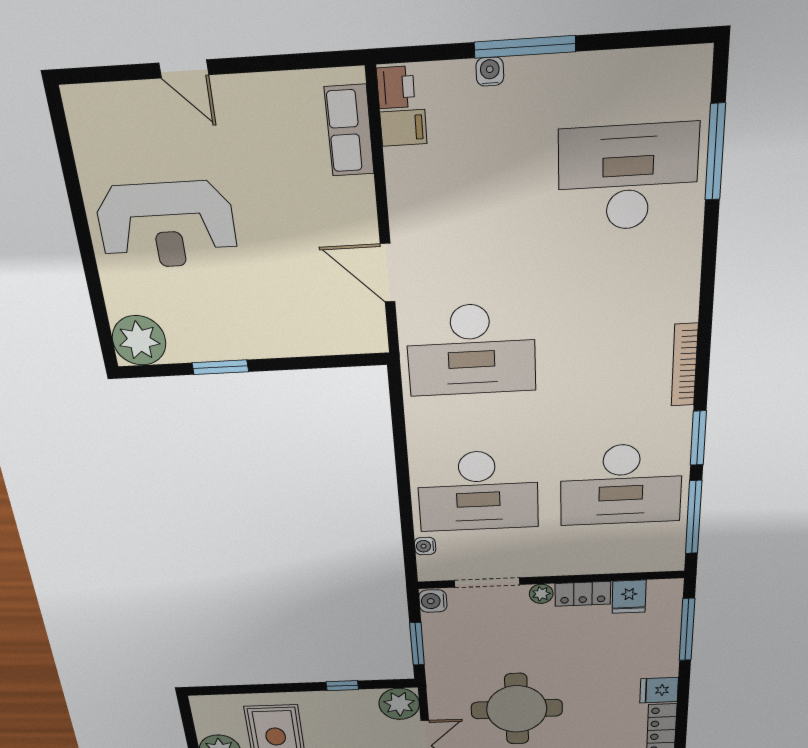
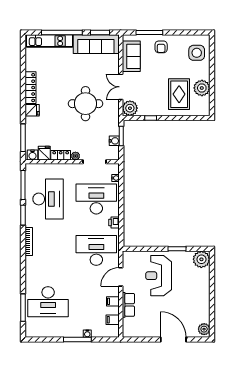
door: (184, 69) -> (173, 340), width x1.88
printer: (396, 87) -> (114, 223), moved
plant: (85, 114) -> (204, 329), added
row of seats: (349, 131) -> (128, 305), moved
filing cabinet: (407, 192) -> (113, 301), added
reception desk: (167, 225) -> (159, 276), moved, turned -90
door: (388, 273) -> (121, 277), swing flipped
desk: (621, 485) -> (48, 199), turned 90
water cooler: (663, 591) -> (33, 155), added
water cooler: (433, 601) -> (114, 141), moved

